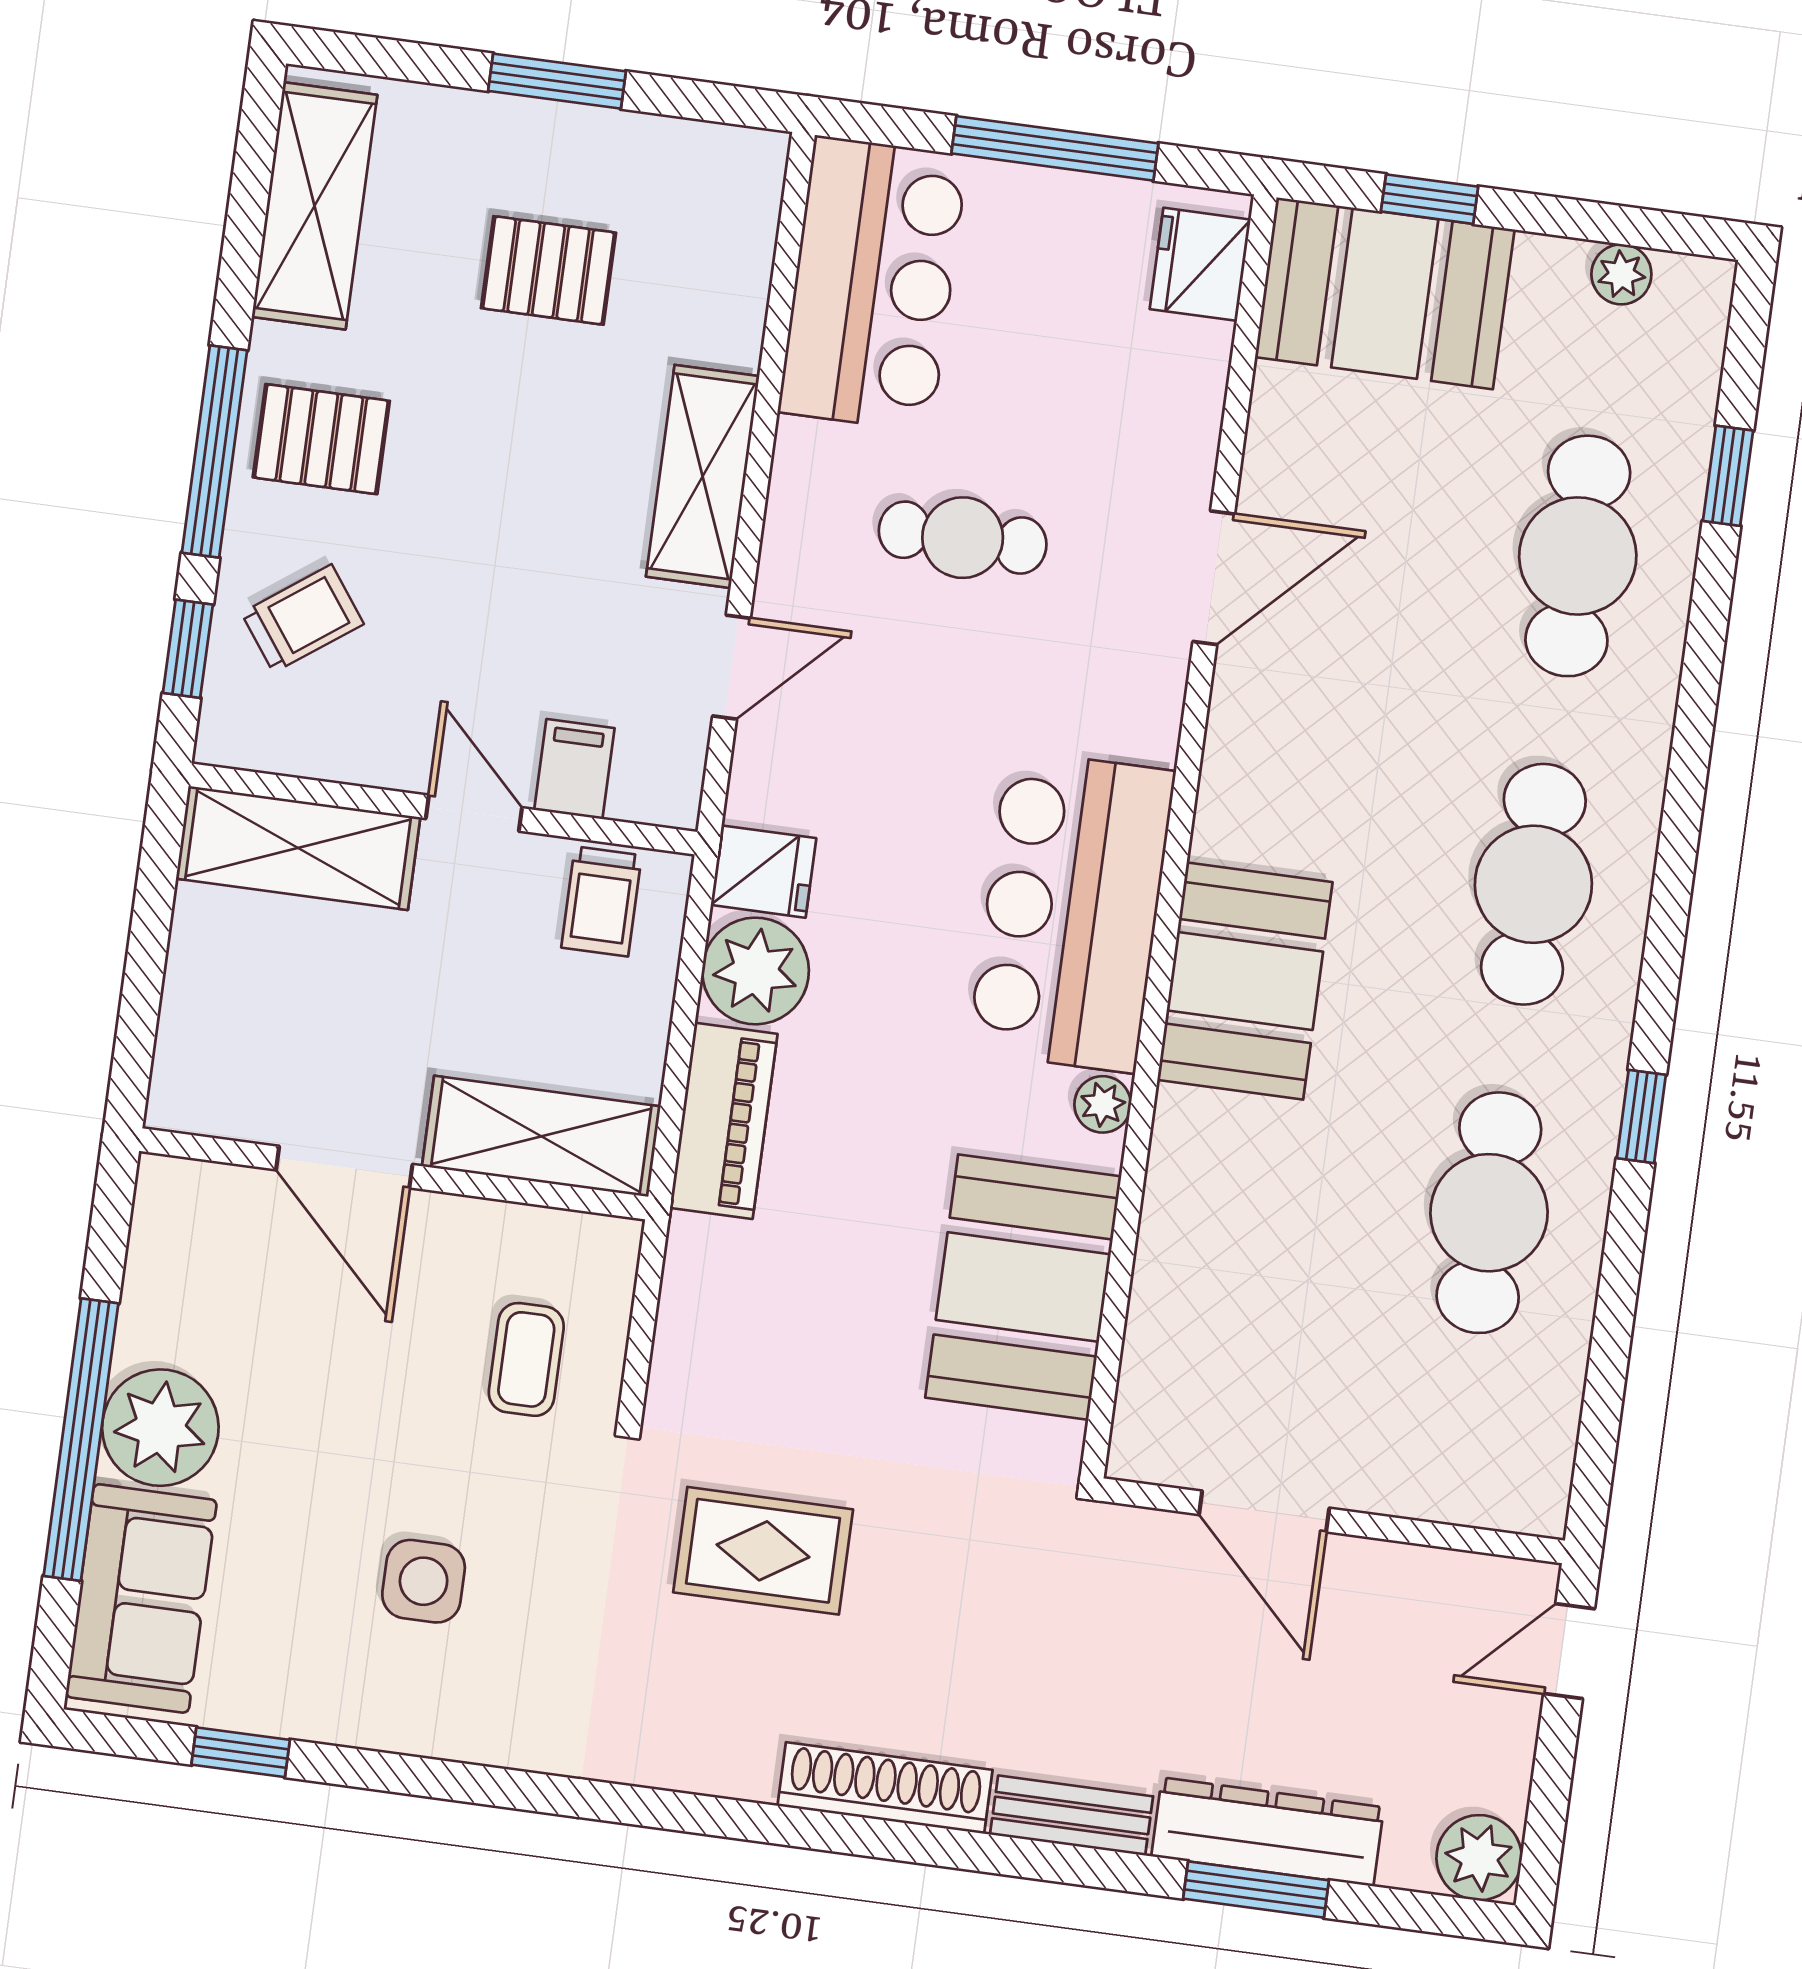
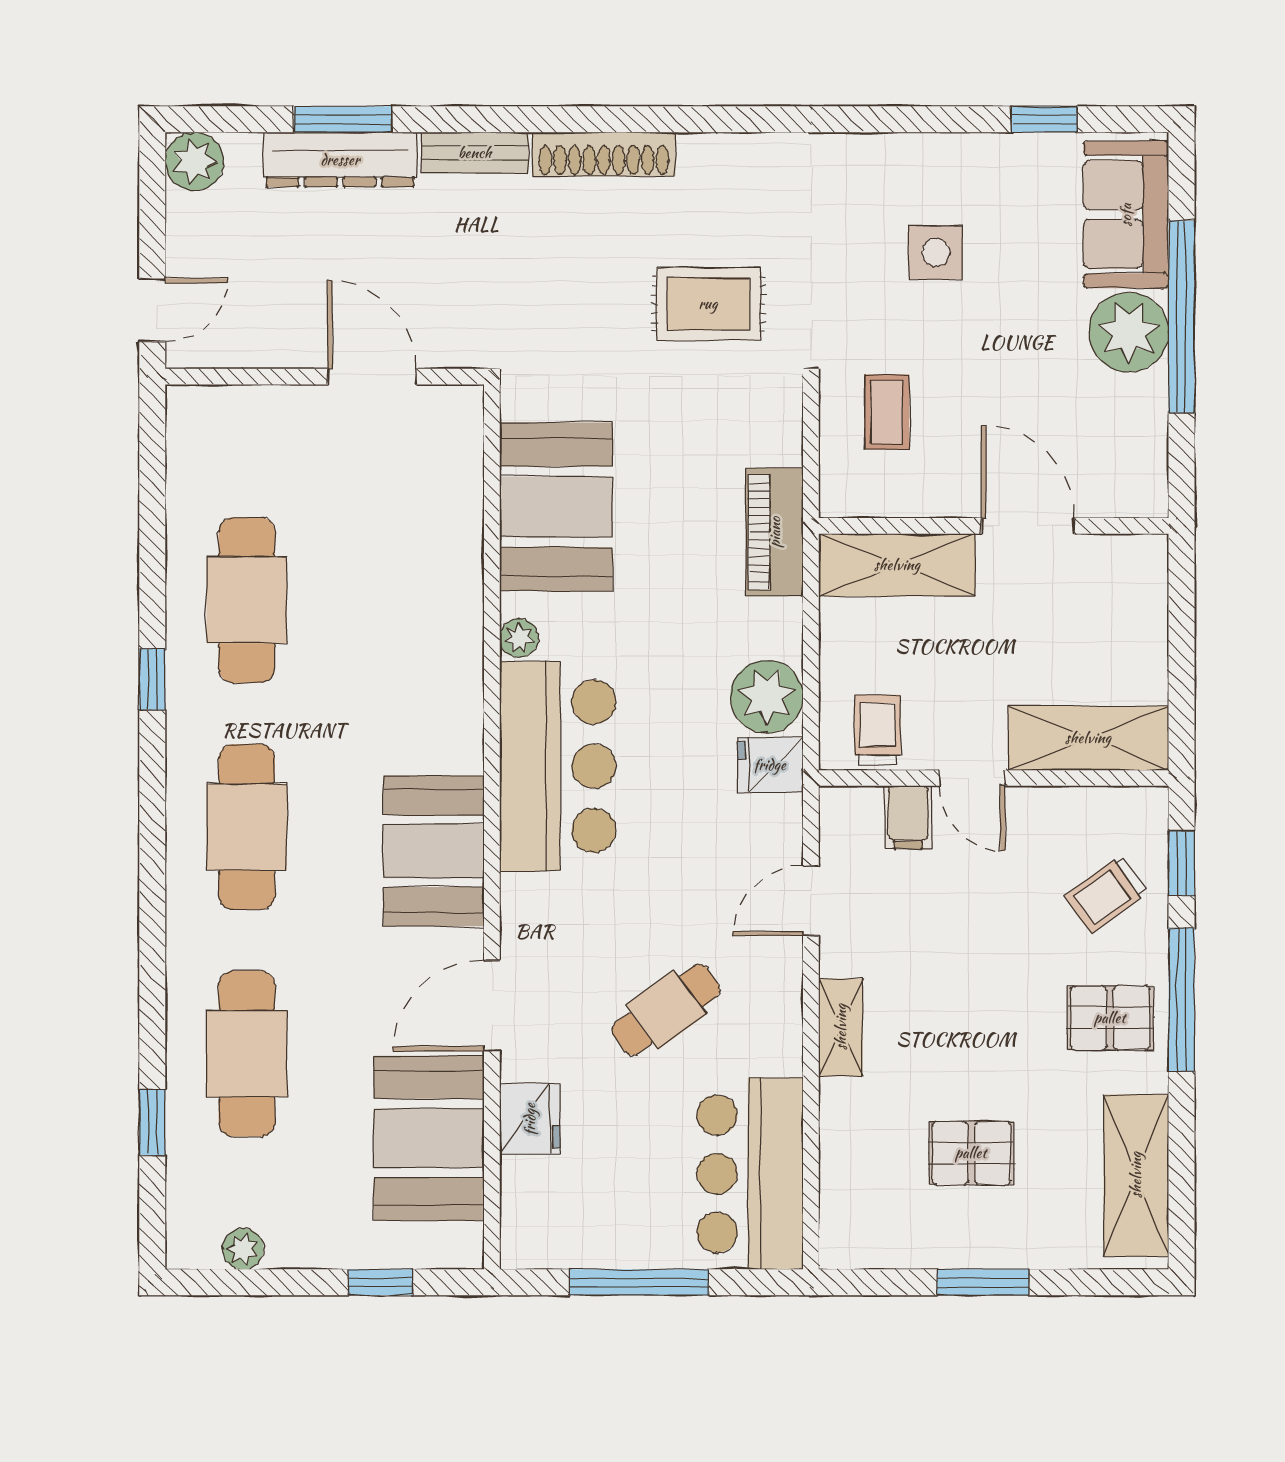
fridge: (1200, 264) -> (530, 1119), moved
booth: (1385, 293) -> (429, 1138), moved, turned 90
shelving: (703, 476) -> (841, 1027), width x0.67, depth x0.75
cafe table: (963, 538) -> (666, 1010), turned -36
booth: (1245, 981) -> (434, 851), moved
piano: (724, 1121) -> (775, 532), moved

